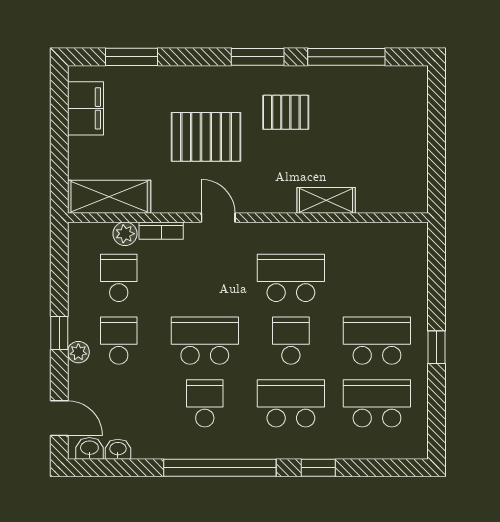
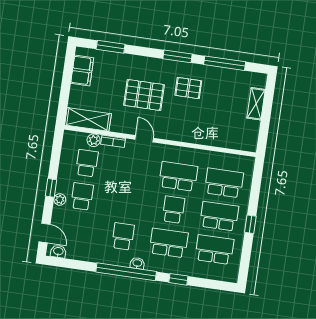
shelving: (326, 200) -> (256, 104), moved, turned 90
school desk: (205, 341) -> (224, 183), moved
washbasin: (118, 449) -> (137, 263), moved

